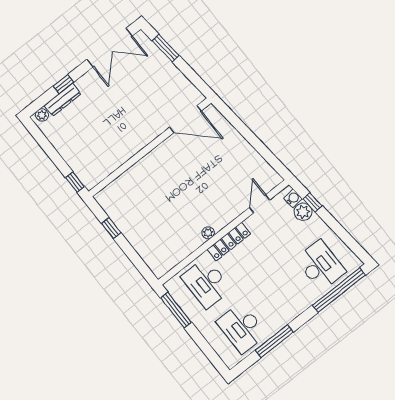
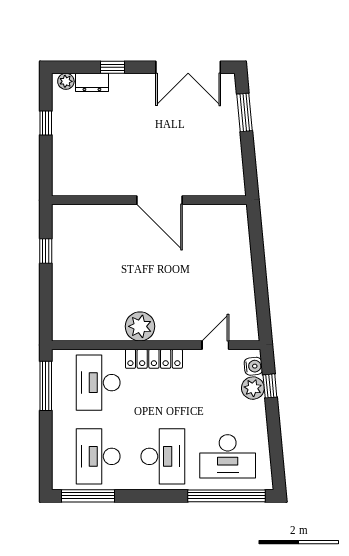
dresser: (63, 100) -> (92, 82), width x0.70
door: (185, 119) -> (160, 200), moved
window: (75, 182) -> (46, 123), moved
plant: (208, 233) -> (140, 326), width x1.87, depth x1.87
desk: (321, 266) -> (228, 456), turned 90
desk: (281, 297) -> (163, 456), added
window: (274, 341) -> (88, 496), moved

